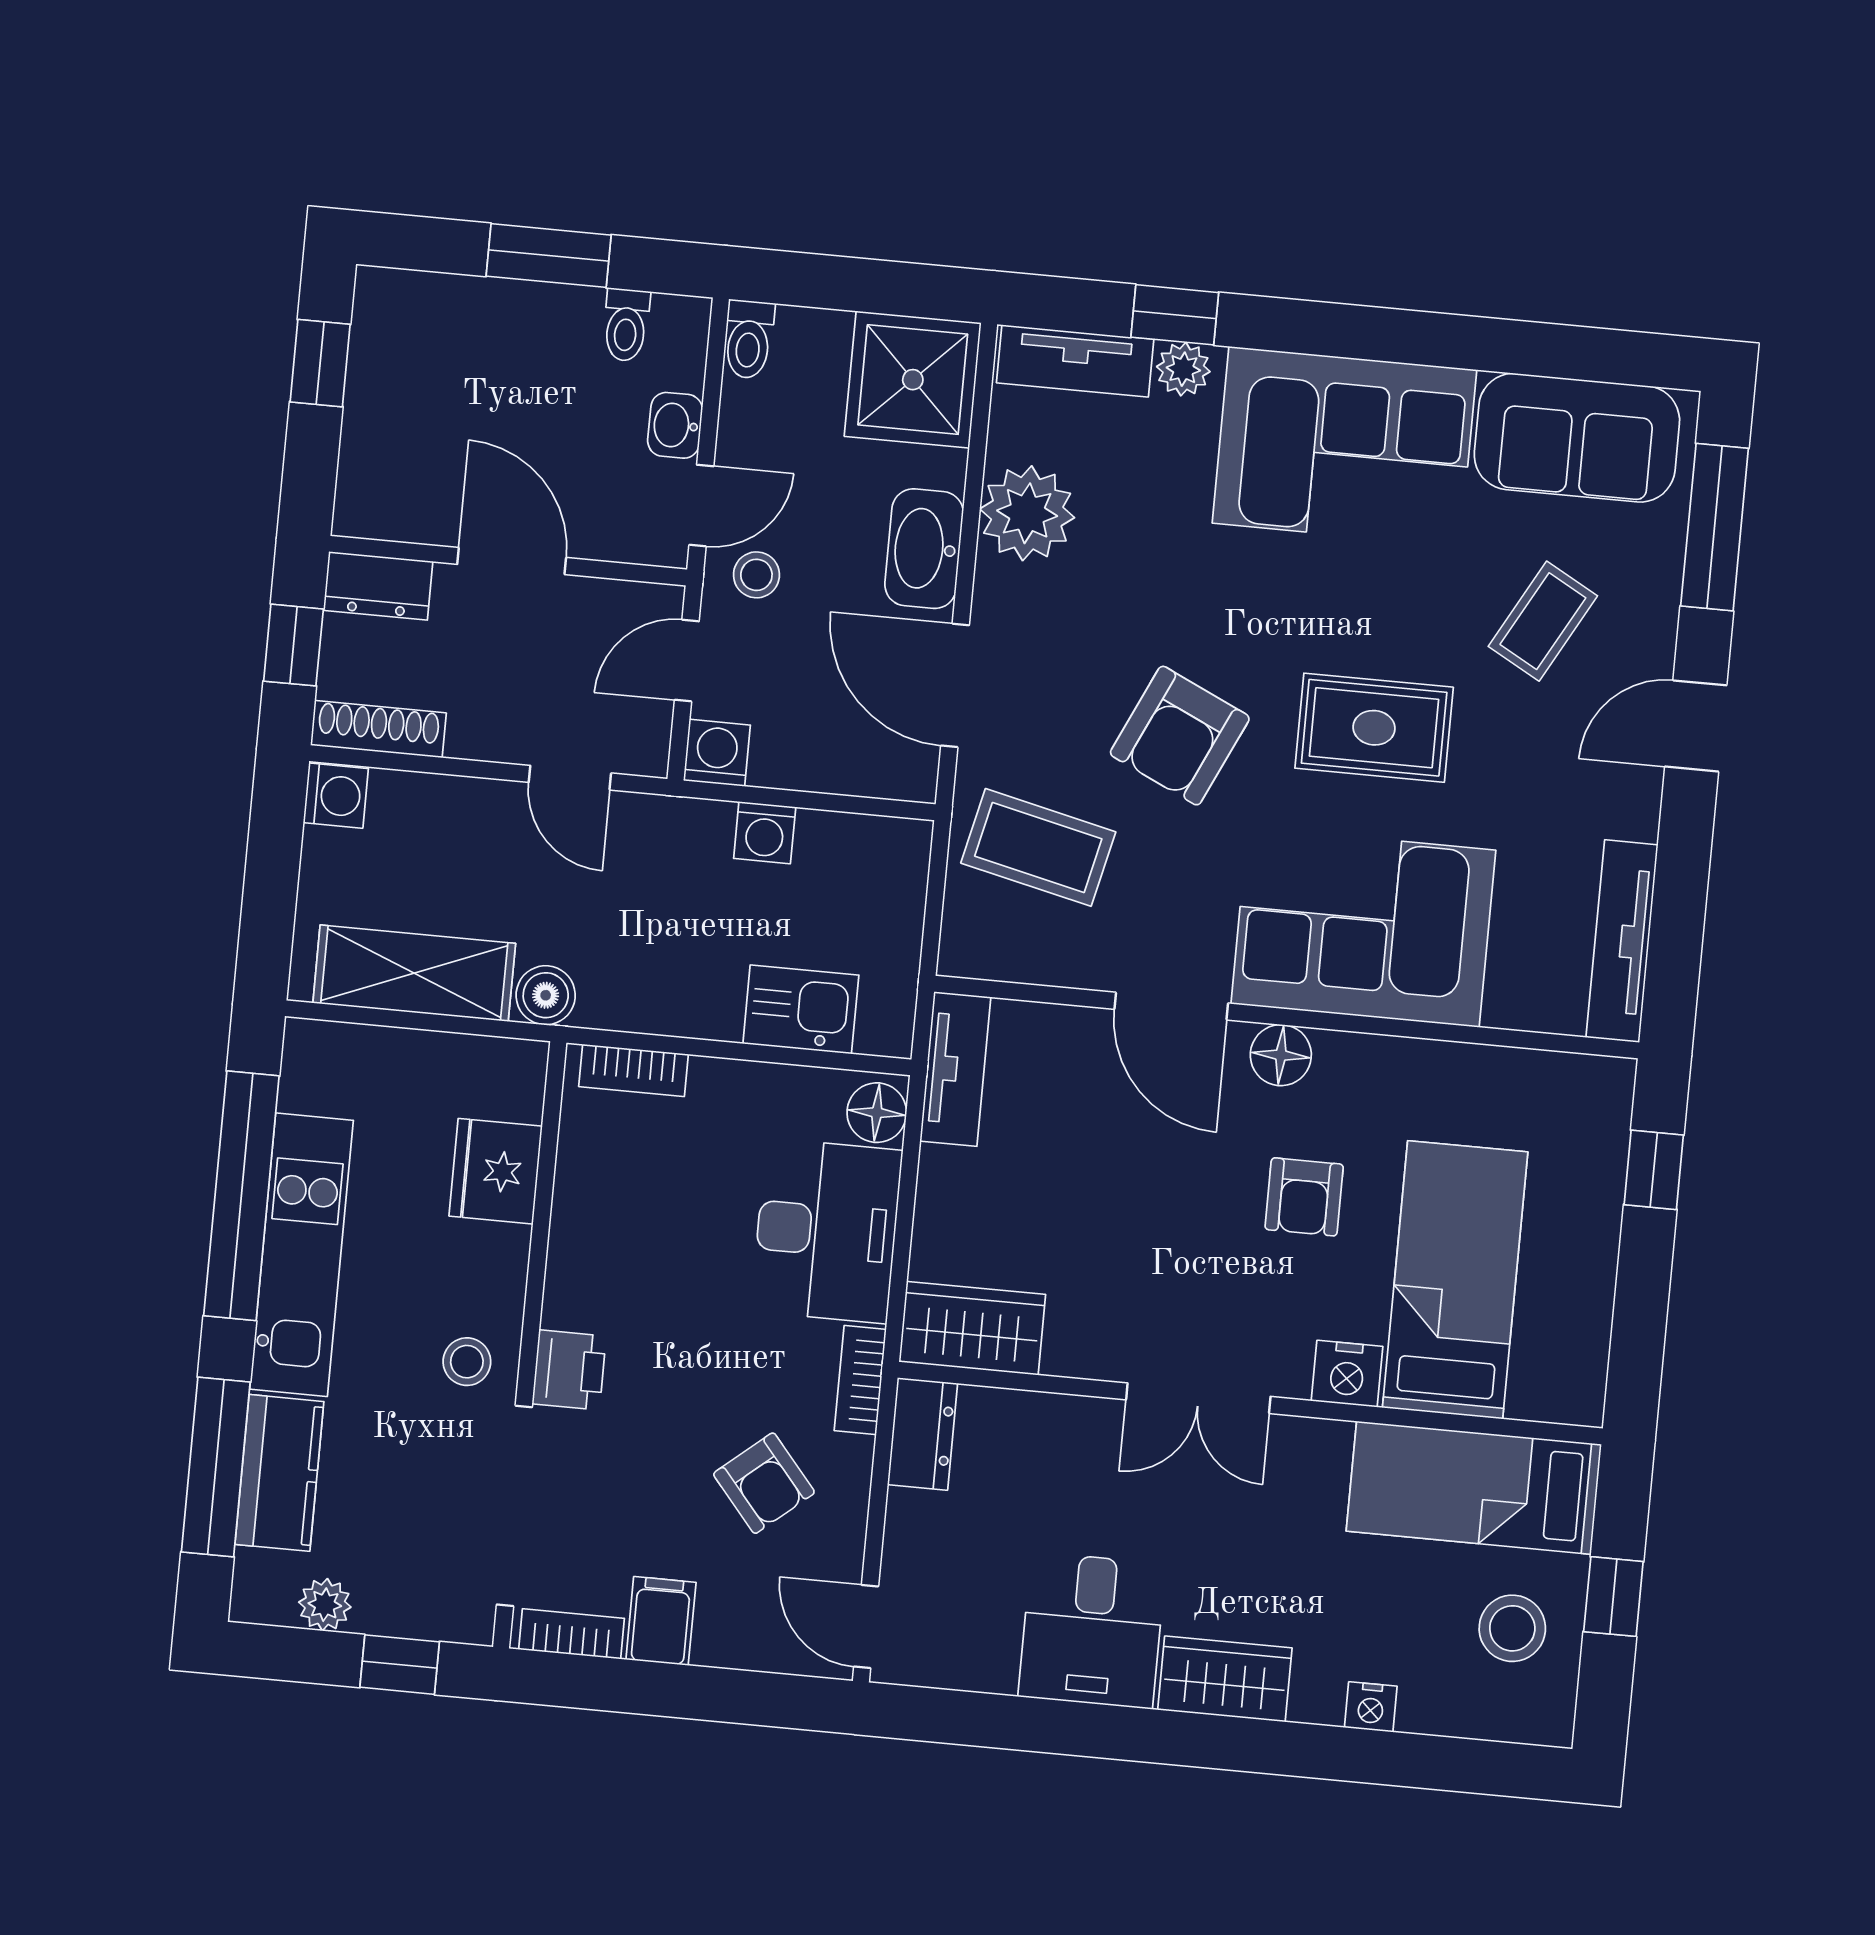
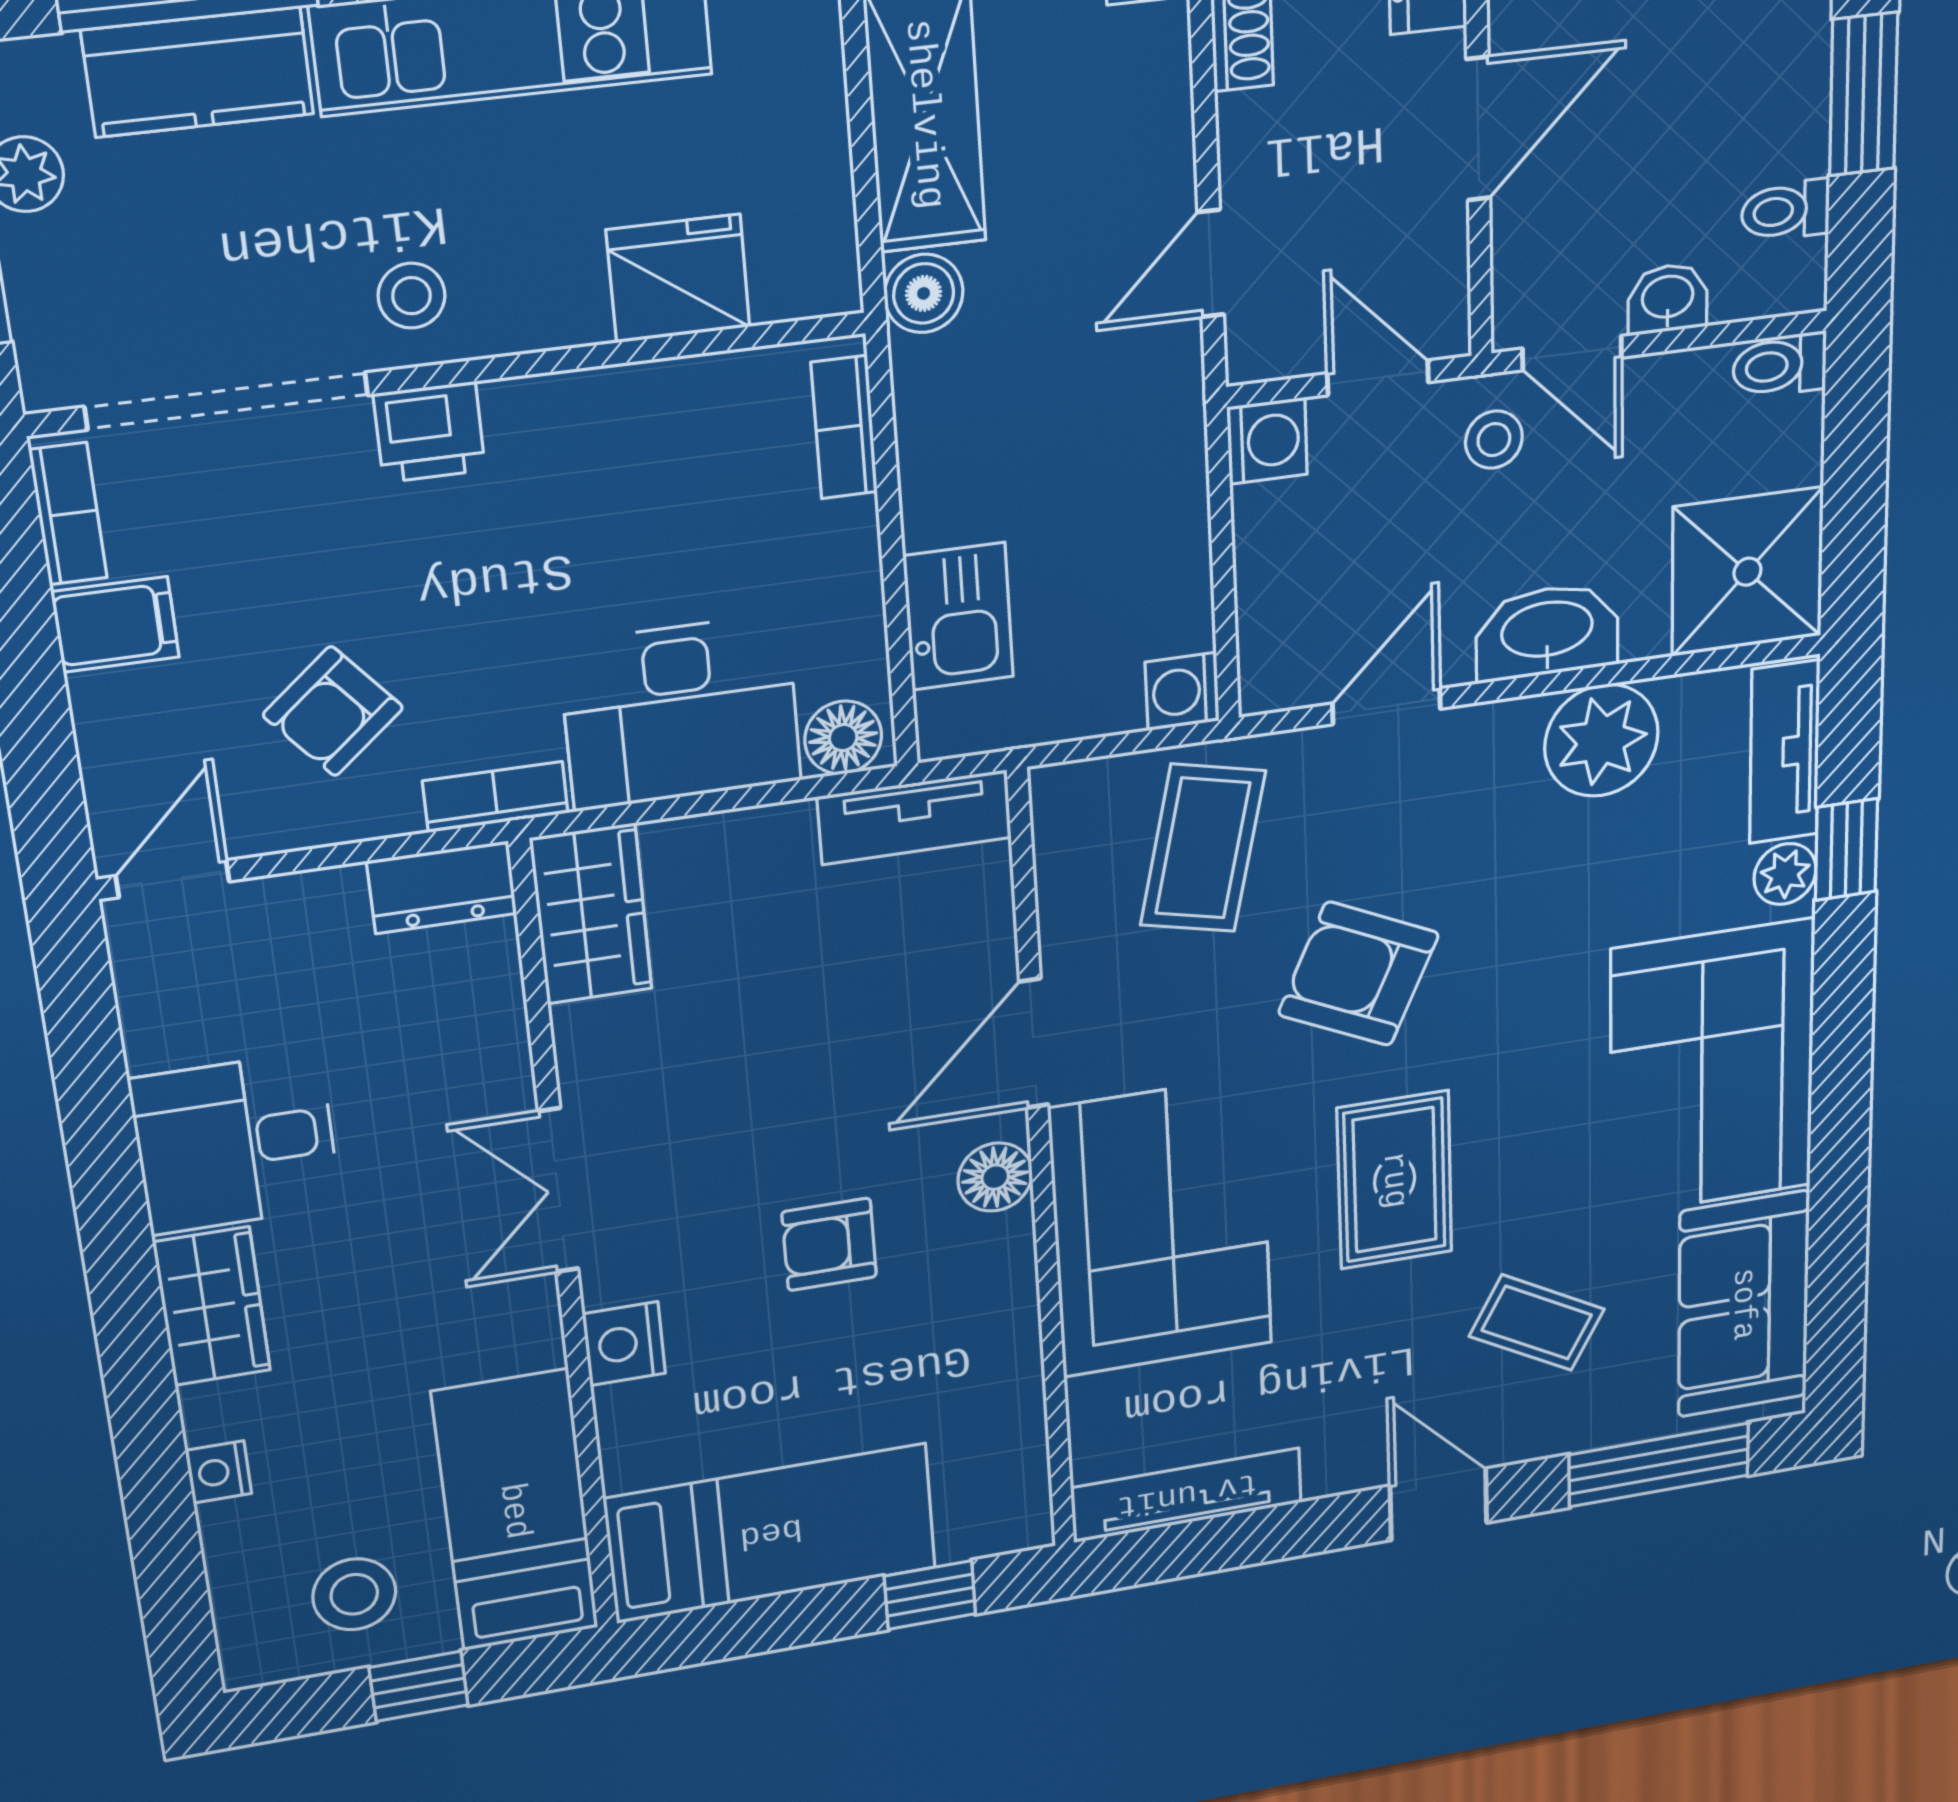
door: (955, 685) -> (1386, 706), width x0.73
washing machine: (765, 833) -> (1182, 691), moved
bed: (1455, 1280) -> (771, 1533), moved

